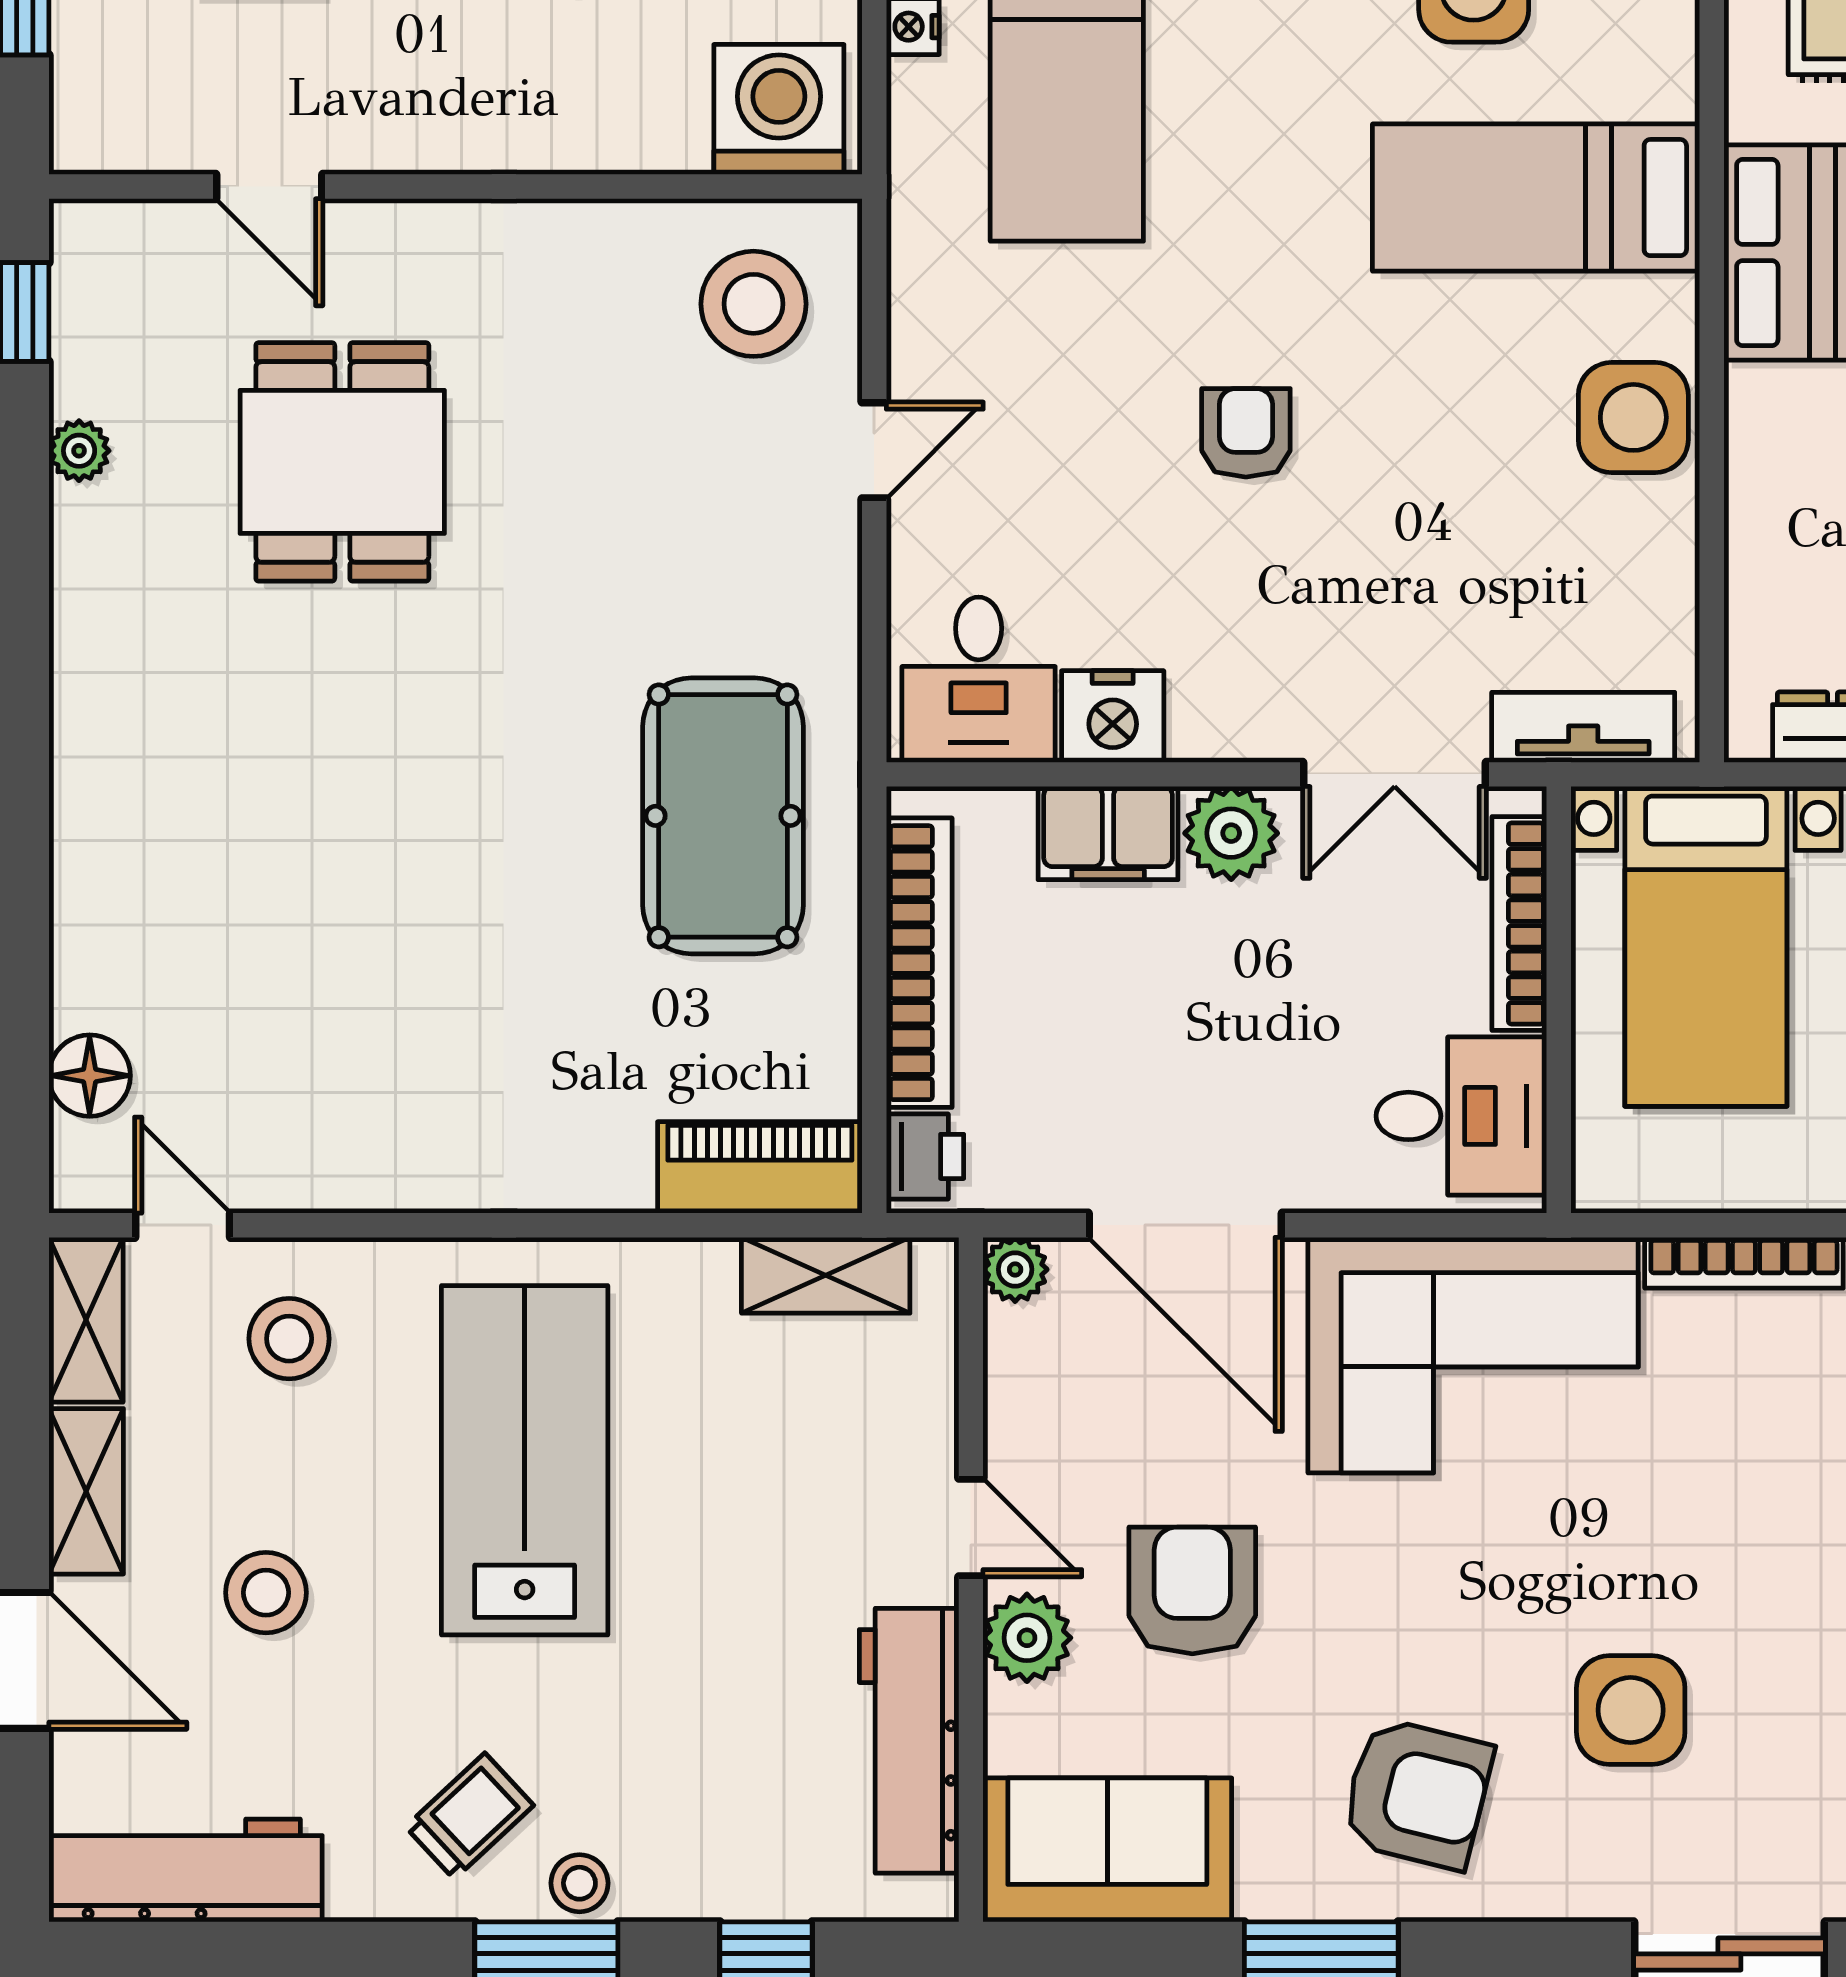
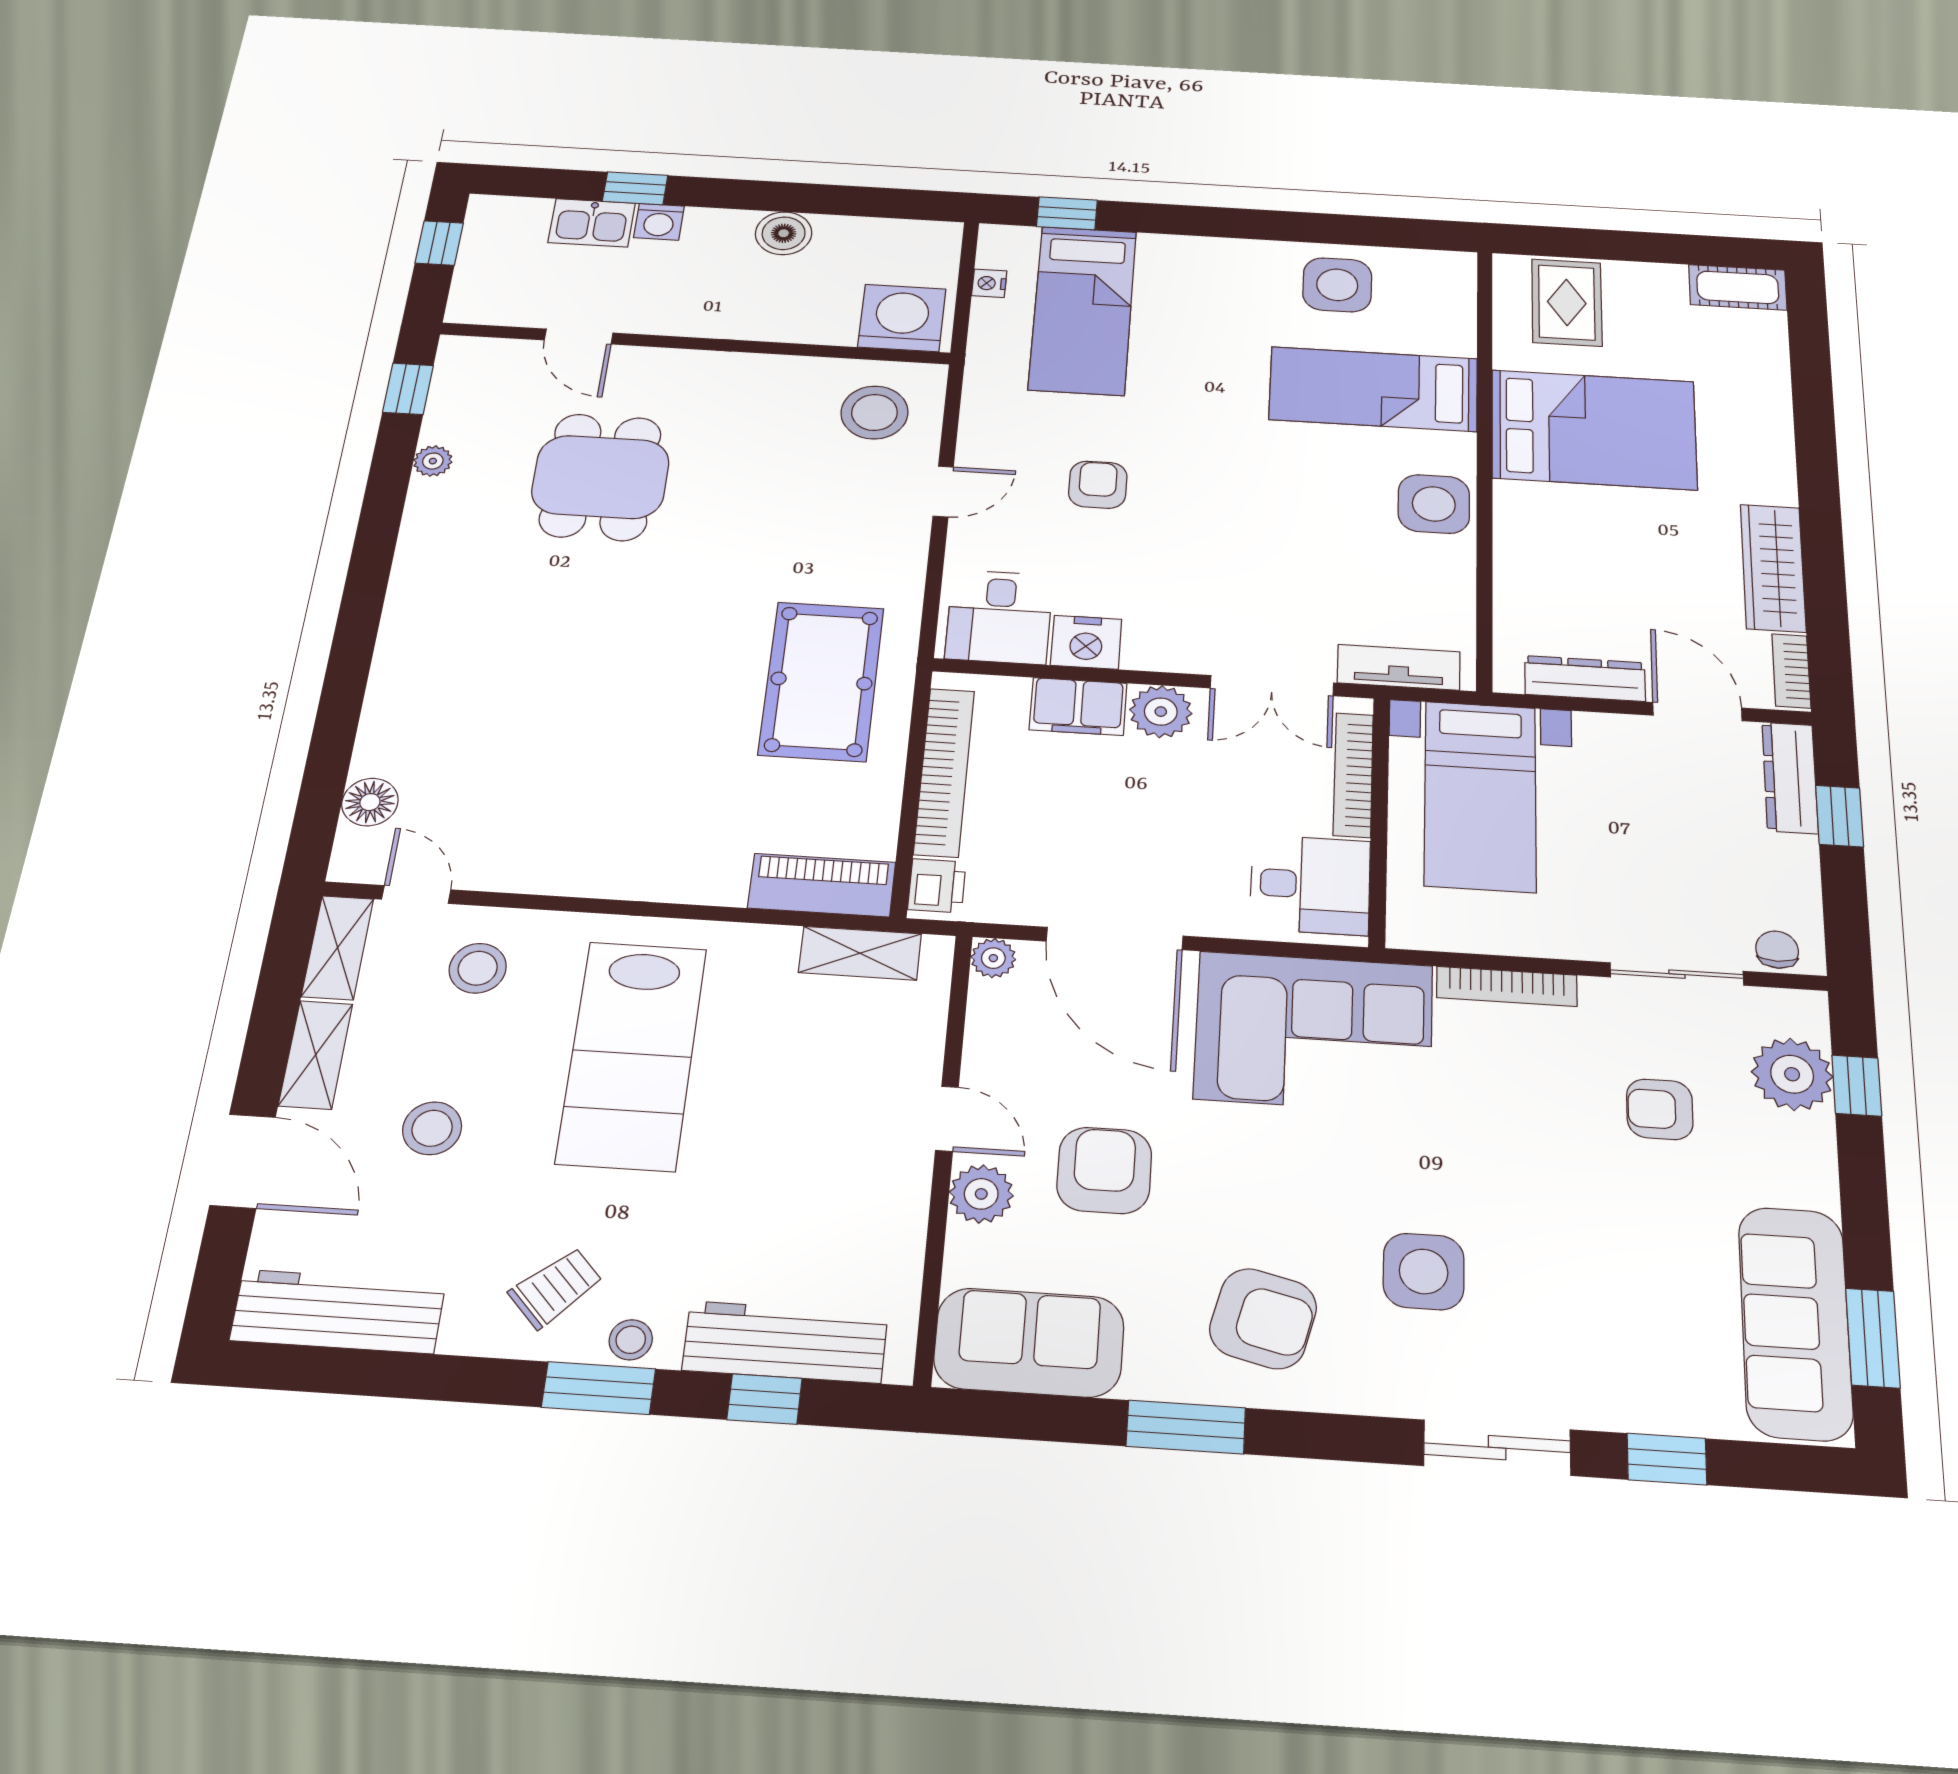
armchair: (1246, 433) -> (1098, 485), moved
lab bench: (525, 1460) -> (632, 1055), turned 180
workbench: (909, 1741) -> (785, 1342), moved, turned 90

